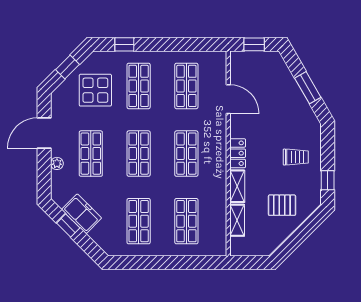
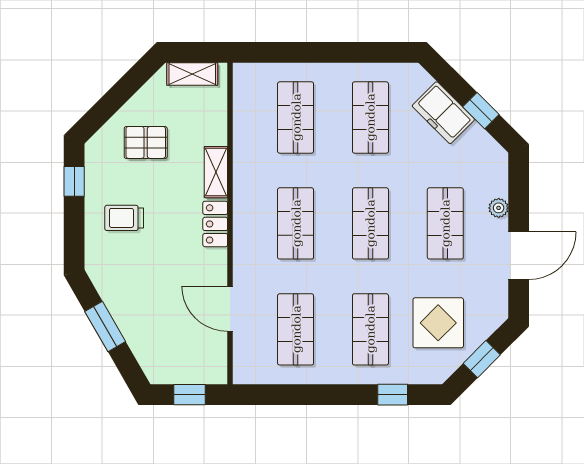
freezer: (82, 214) -> (443, 113), moved
shelving: (237, 220) -> (192, 74), moved, turned 90

